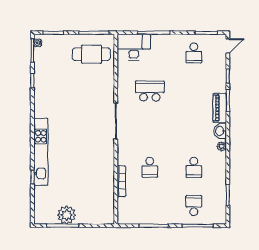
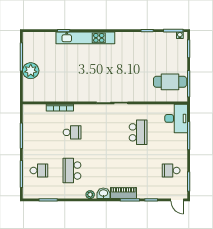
cafe table: (91, 54) -> (170, 82), turned 90
school desk: (150, 167) -> (72, 132), turned 180
school desk: (194, 167) -> (72, 171), width x1.85
plant: (67, 215) -> (31, 71), moved

